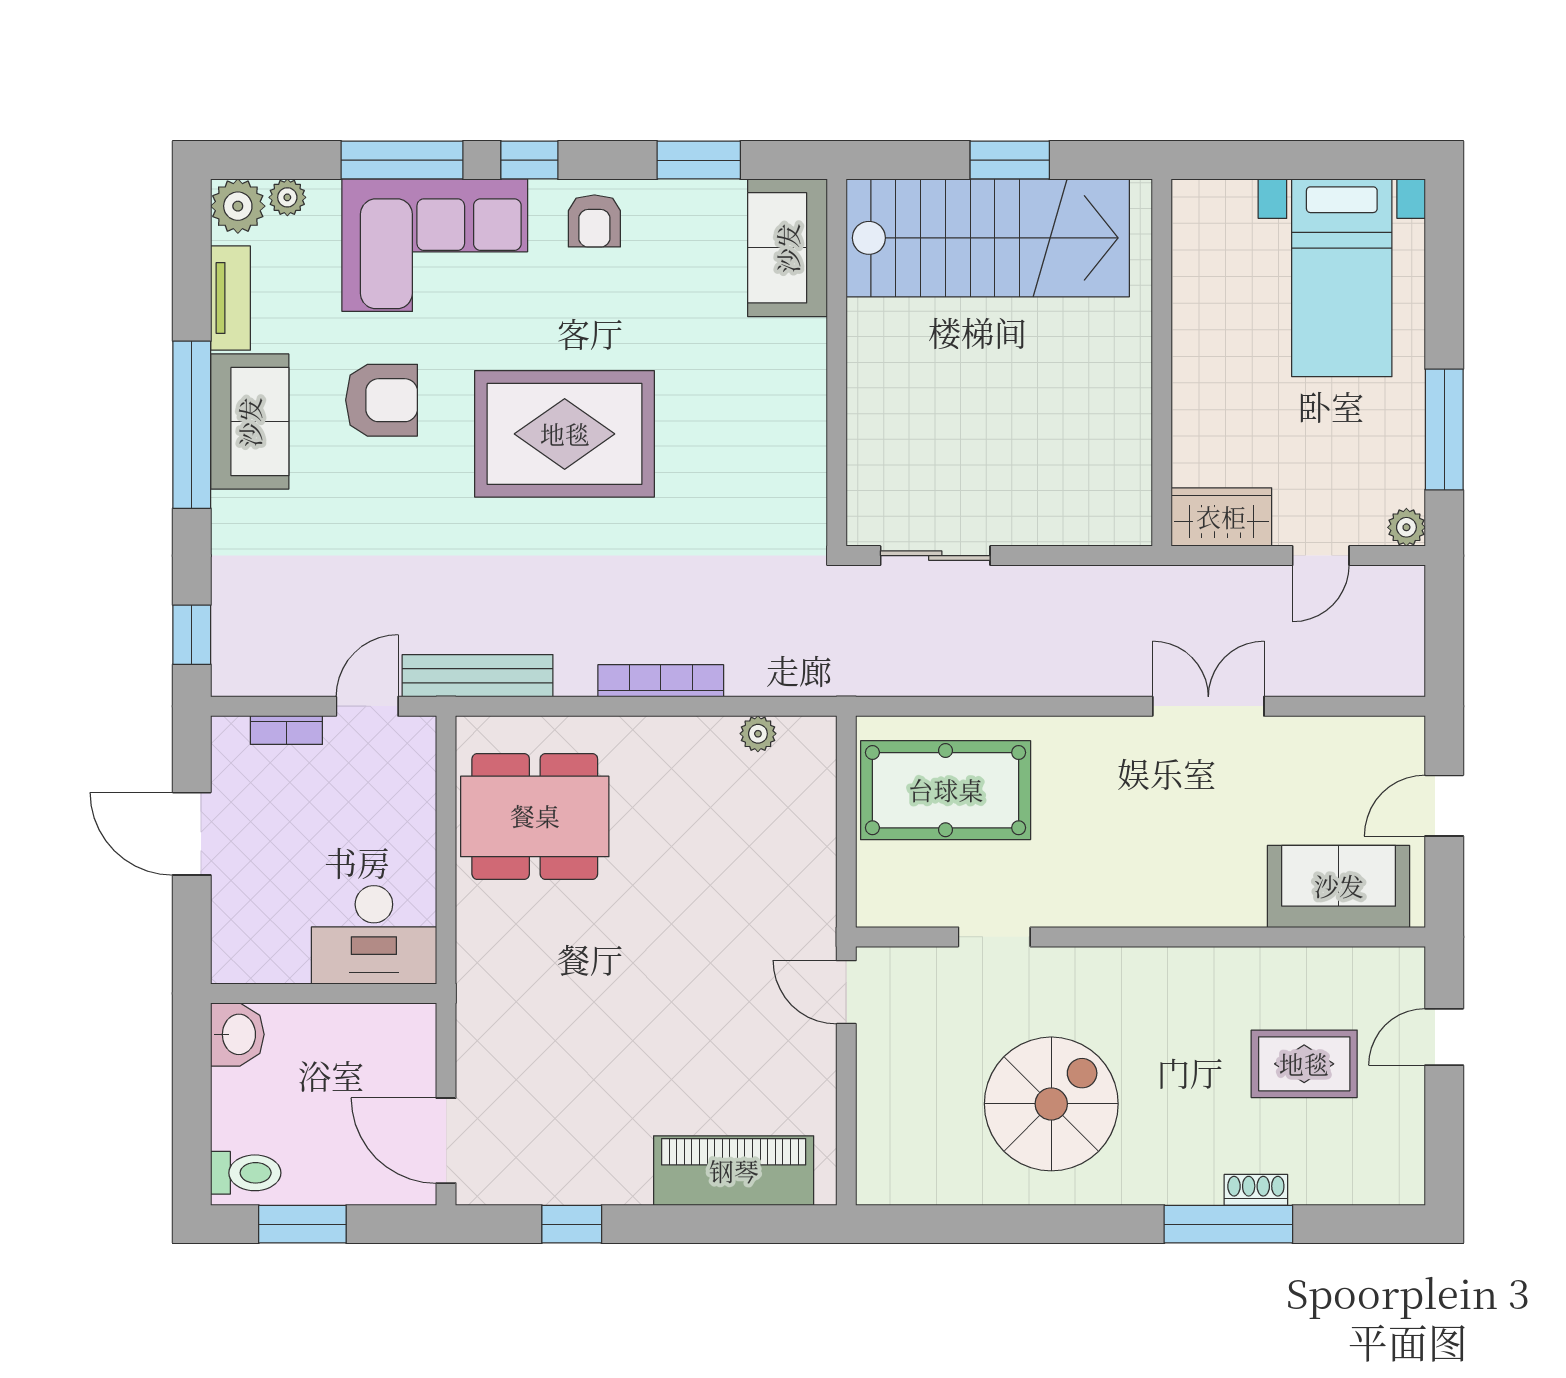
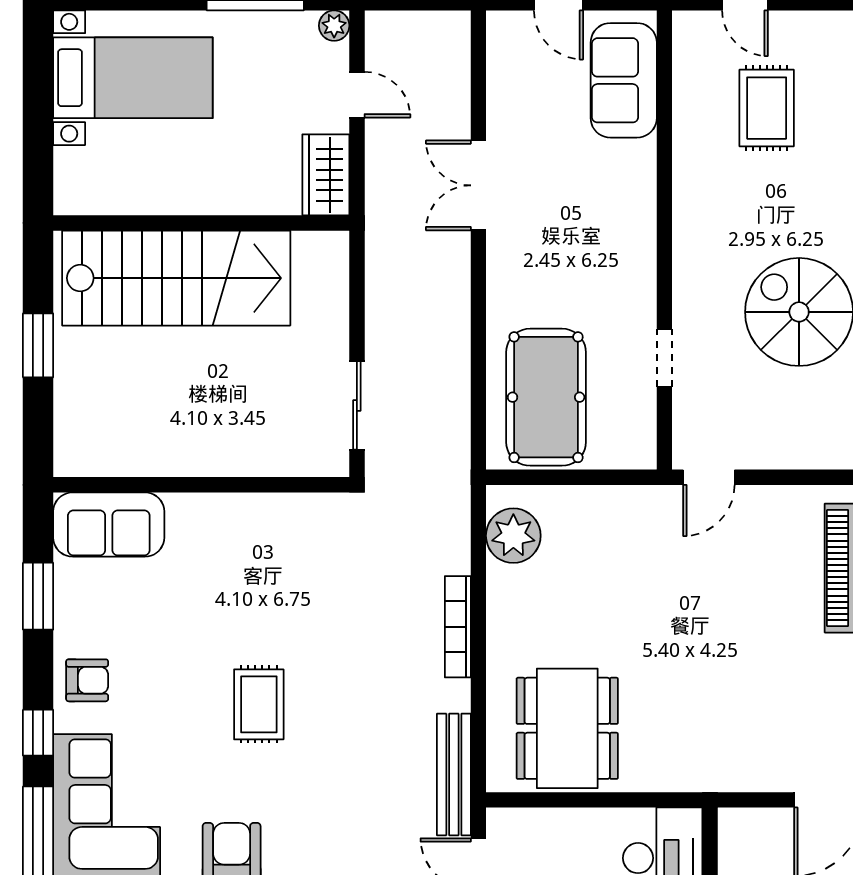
stairs: (988, 238) -> (176, 278), moved, turned 90
rug: (565, 434) -> (259, 704), width x0.54, depth x0.49
plant: (758, 734) -> (513, 536), width x1.87, depth x1.87

